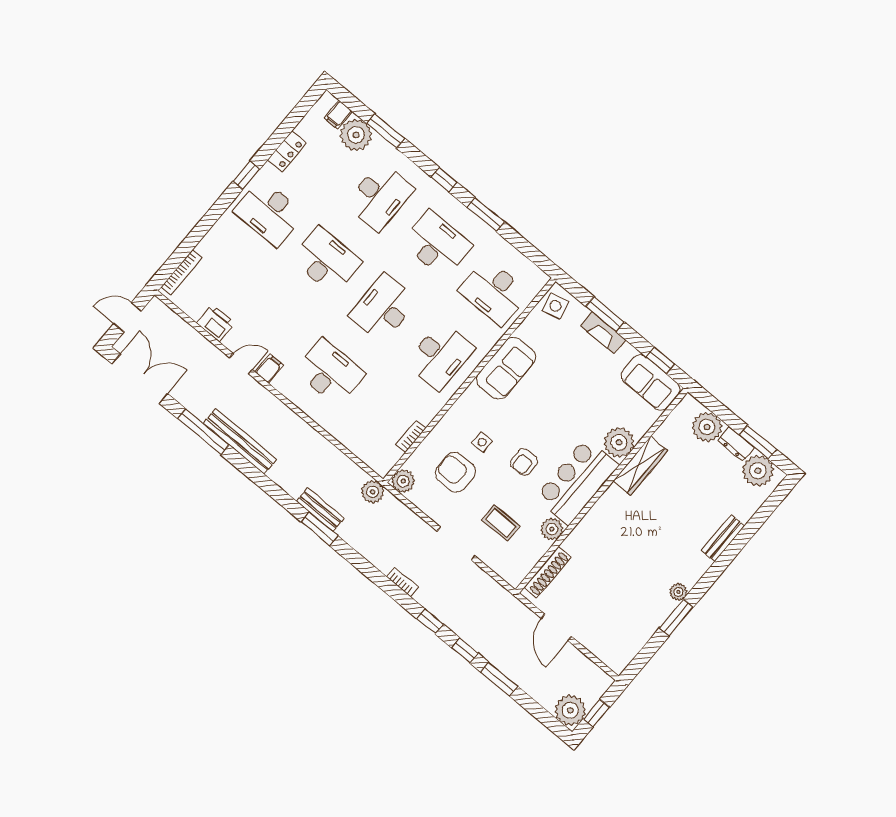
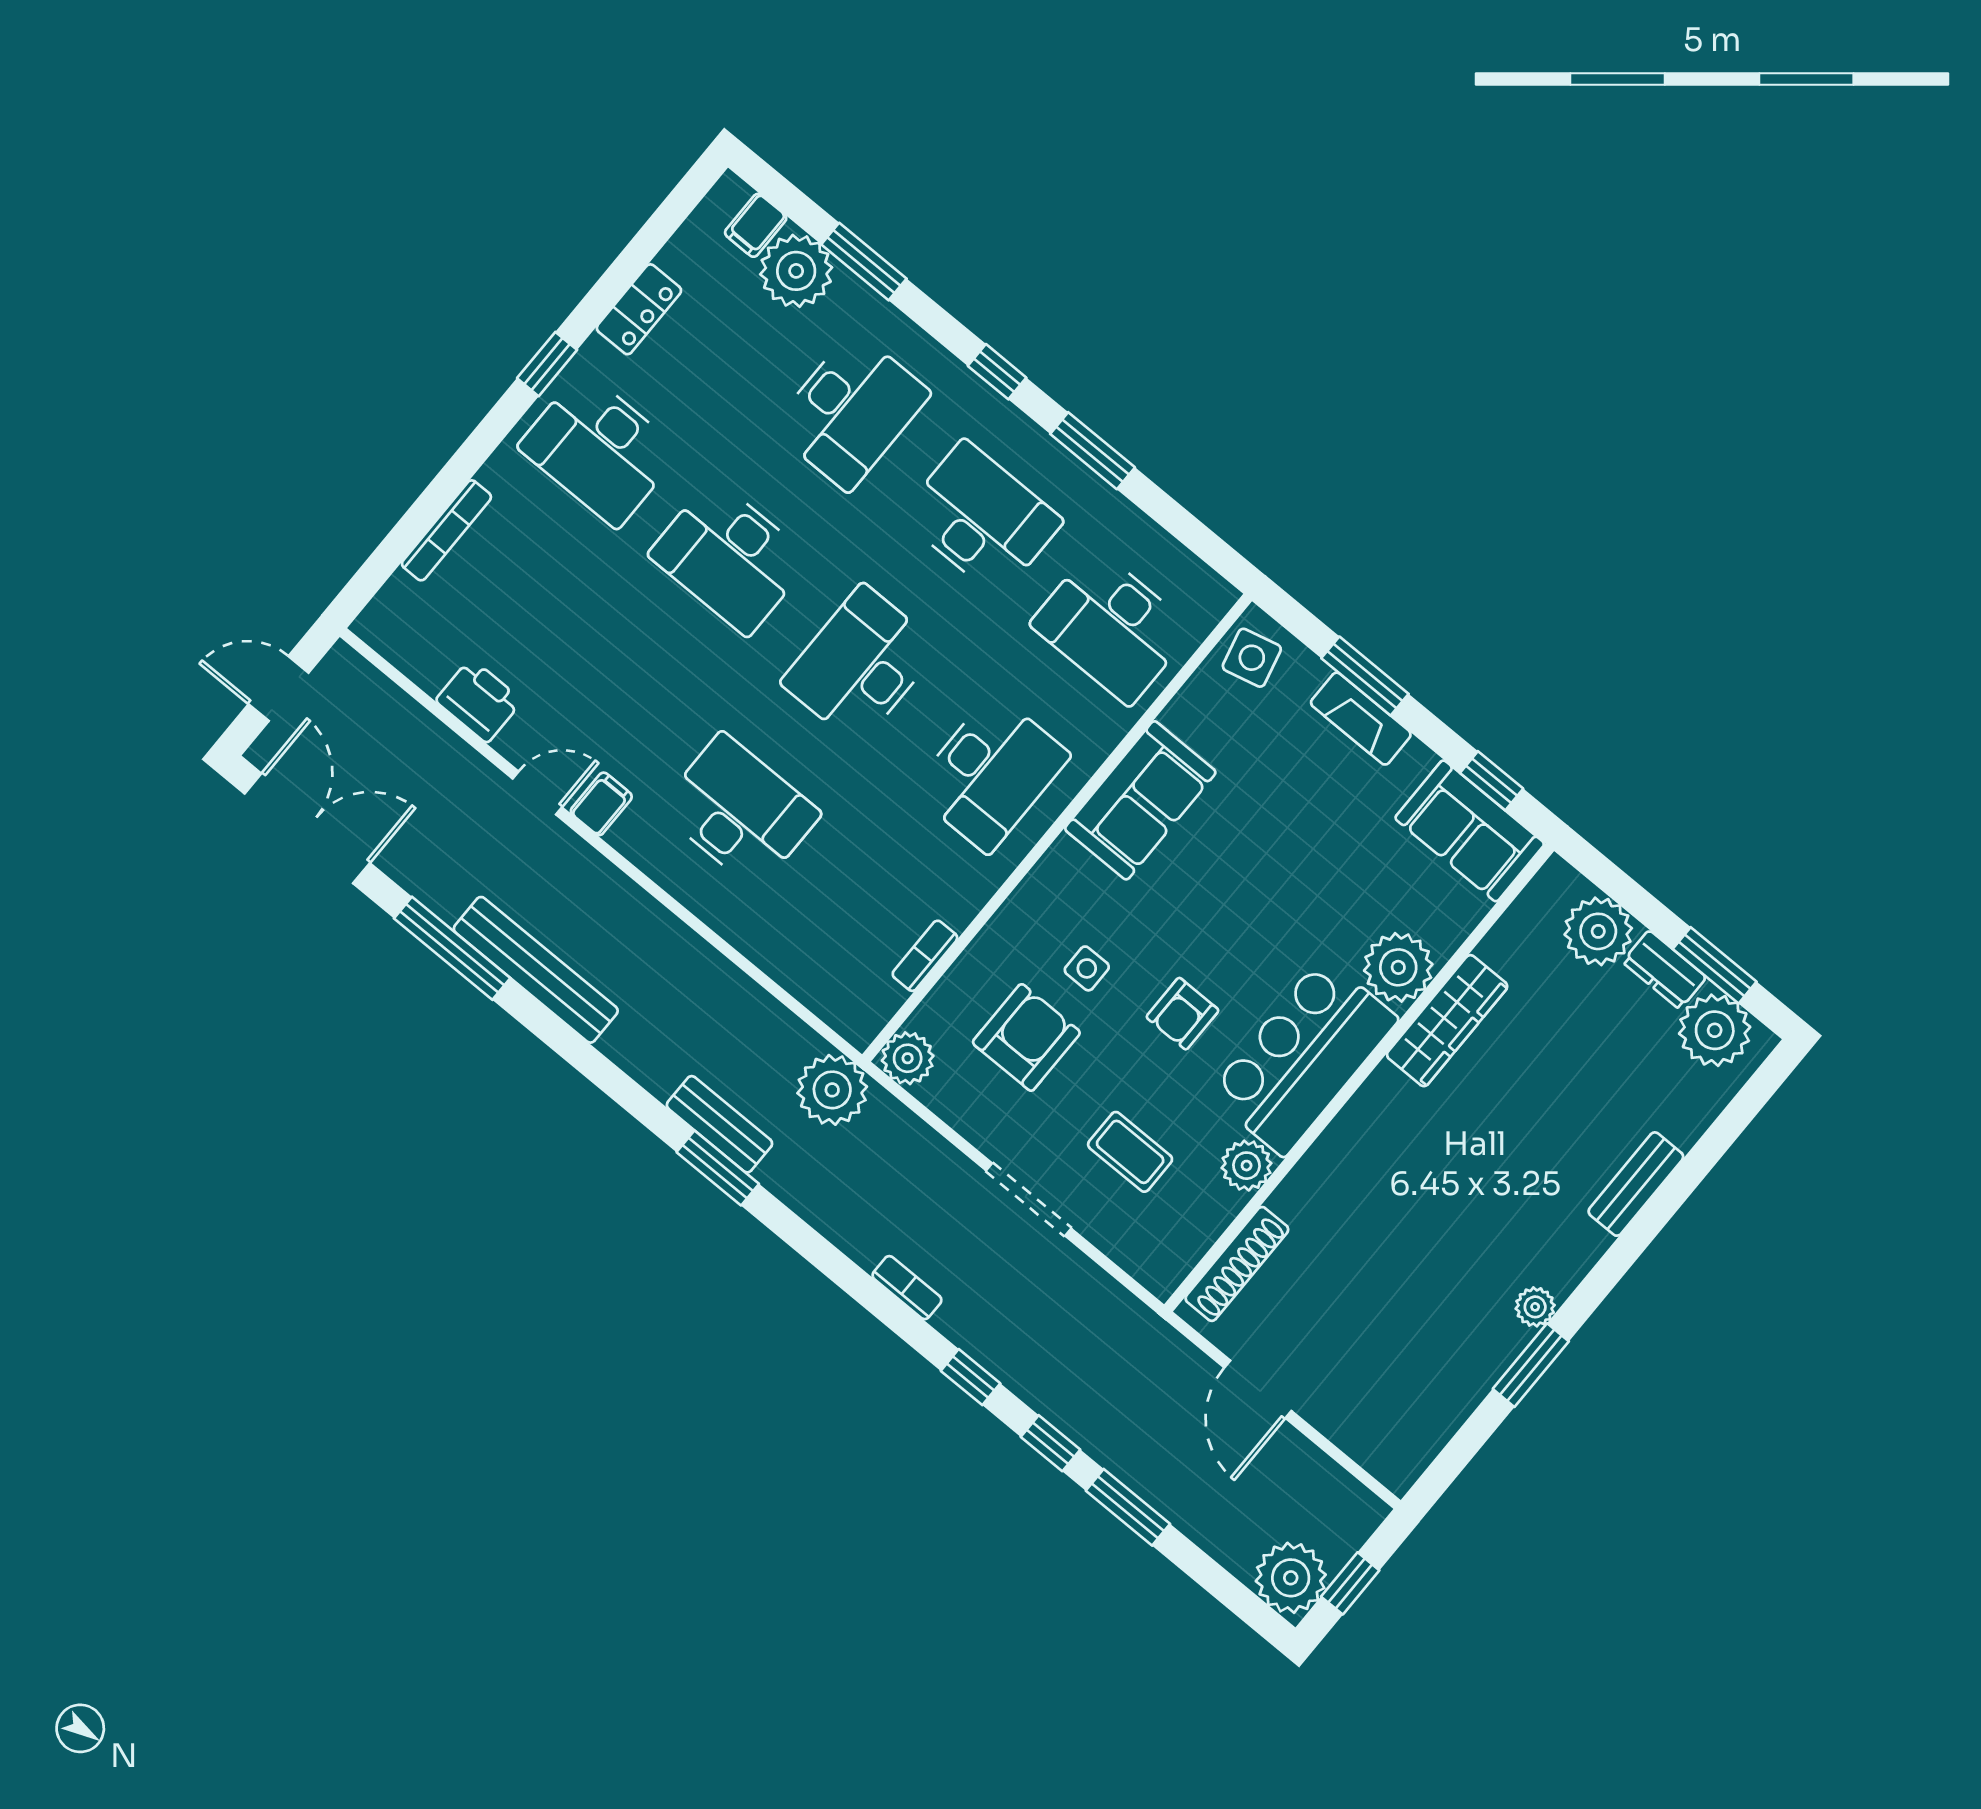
desk: (326, 260) -> (730, 557), turned 180
bookcase: (181, 272) -> (446, 530), moved
armchair: (455, 472) -> (1026, 1037), turned 90
plant: (373, 492) -> (832, 1090), width x1.36, depth x1.36

